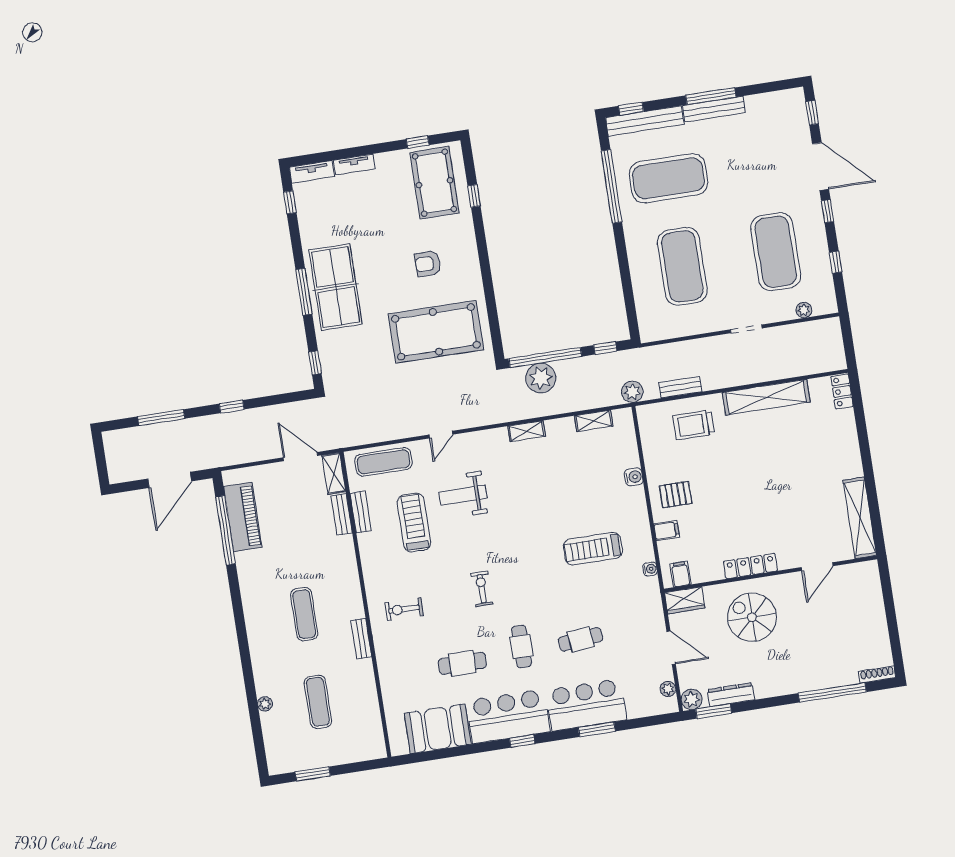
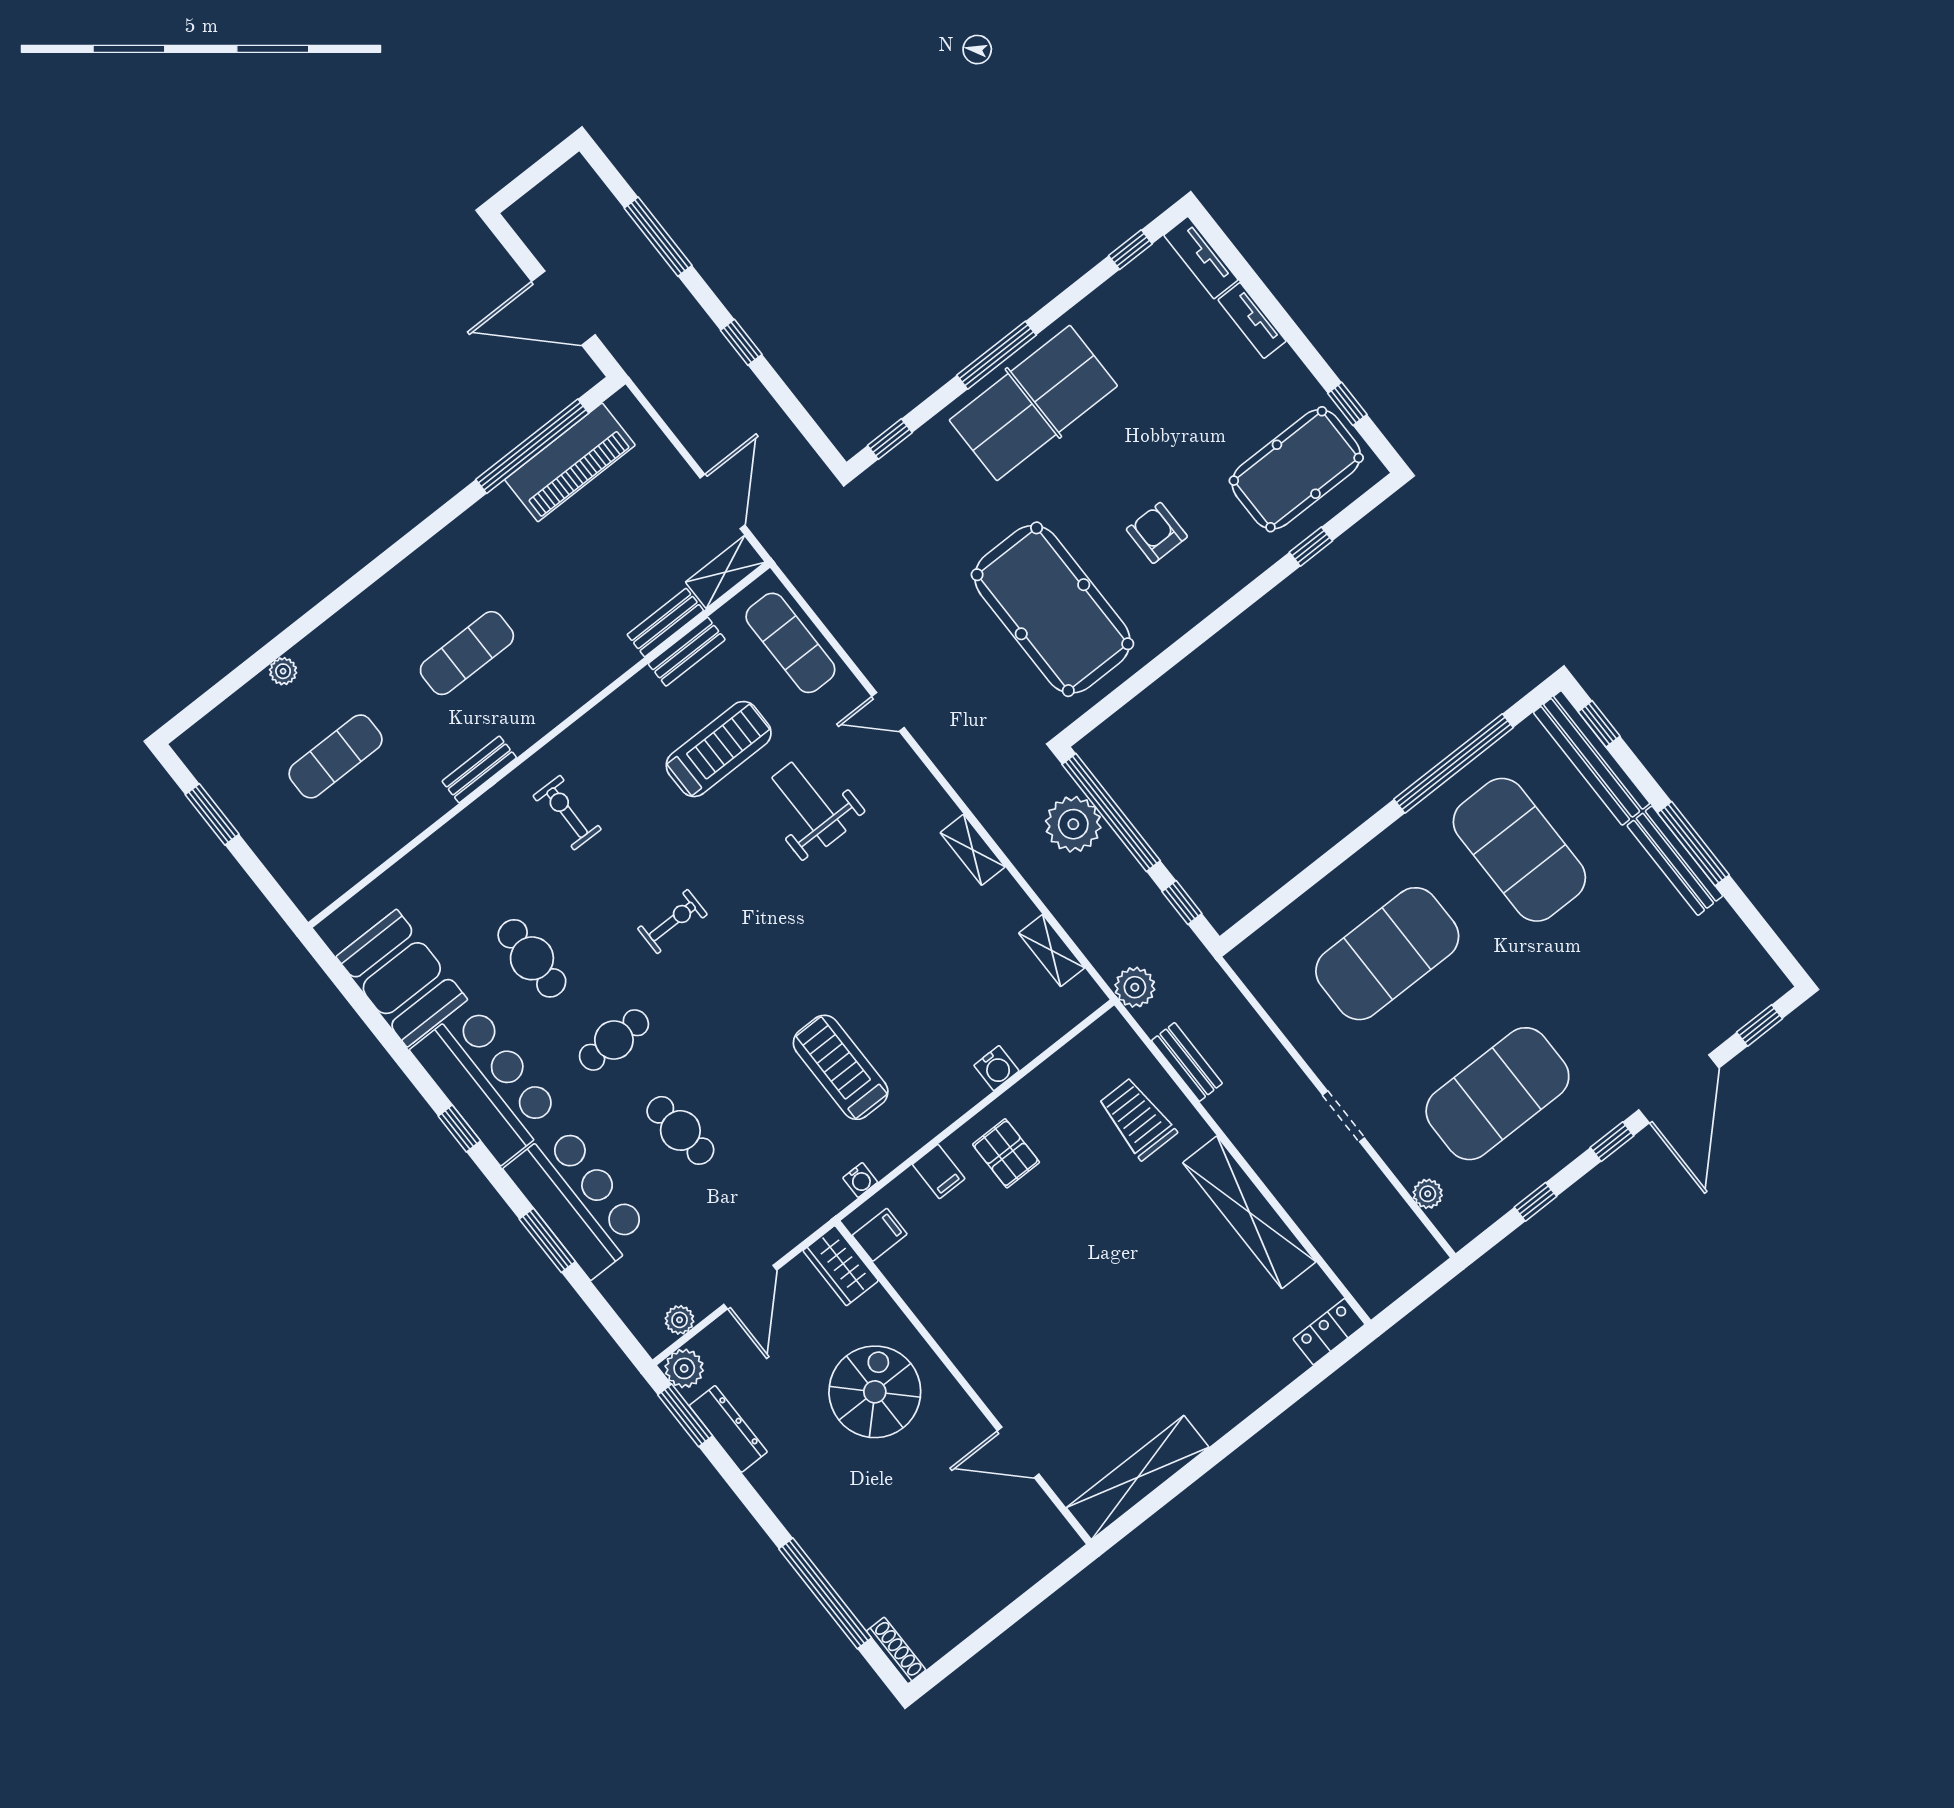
locker: (751, 566) -> (958, 1342), removed

